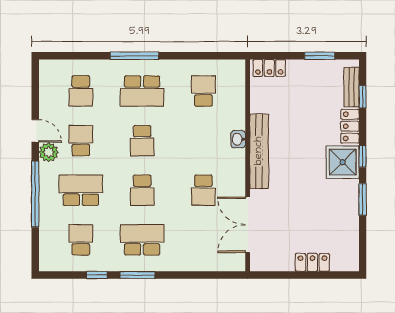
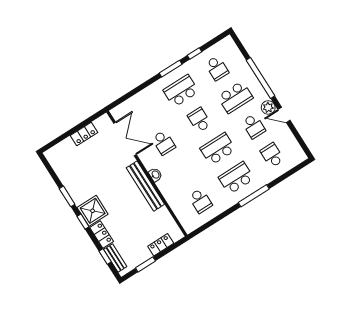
locker: (269, 68) -> (161, 245), moved
washbasin: (238, 139) -> (155, 175), moved
school desk: (142, 141) -> (218, 149), width x1.85
school desk: (203, 190) -> (164, 143), turned 180
school desk: (142, 240) -> (181, 91), turned 180
locker: (312, 262) -> (84, 134), moved

